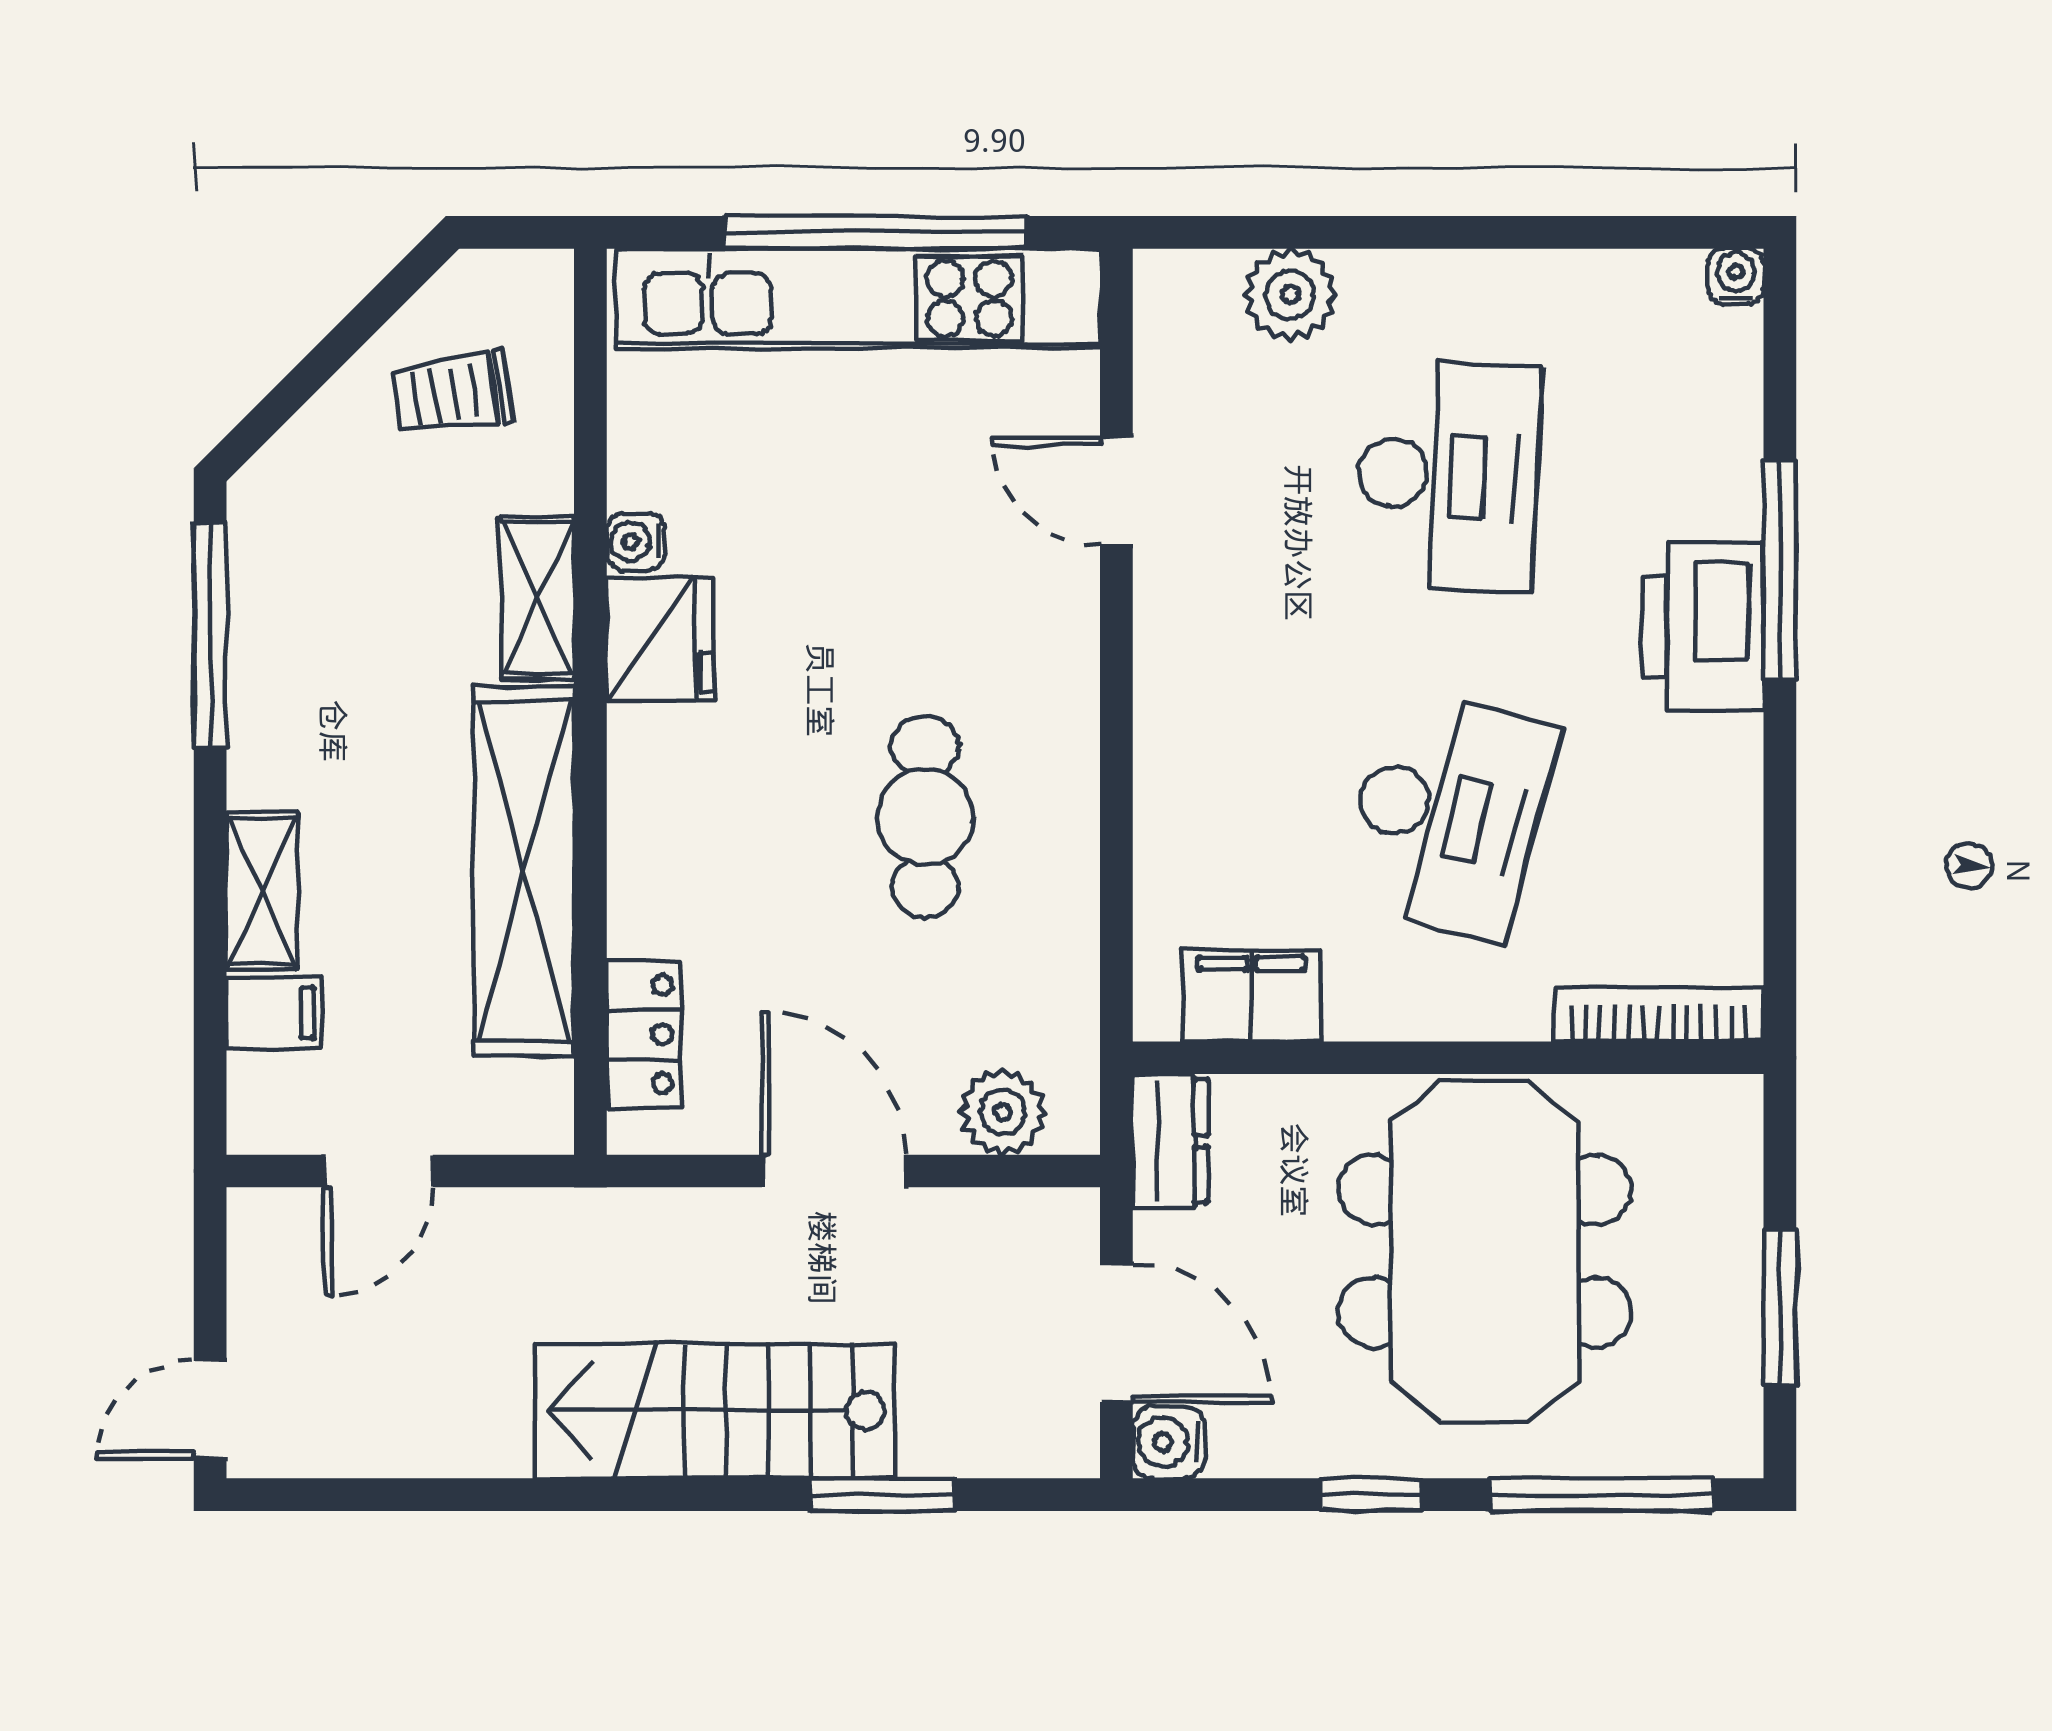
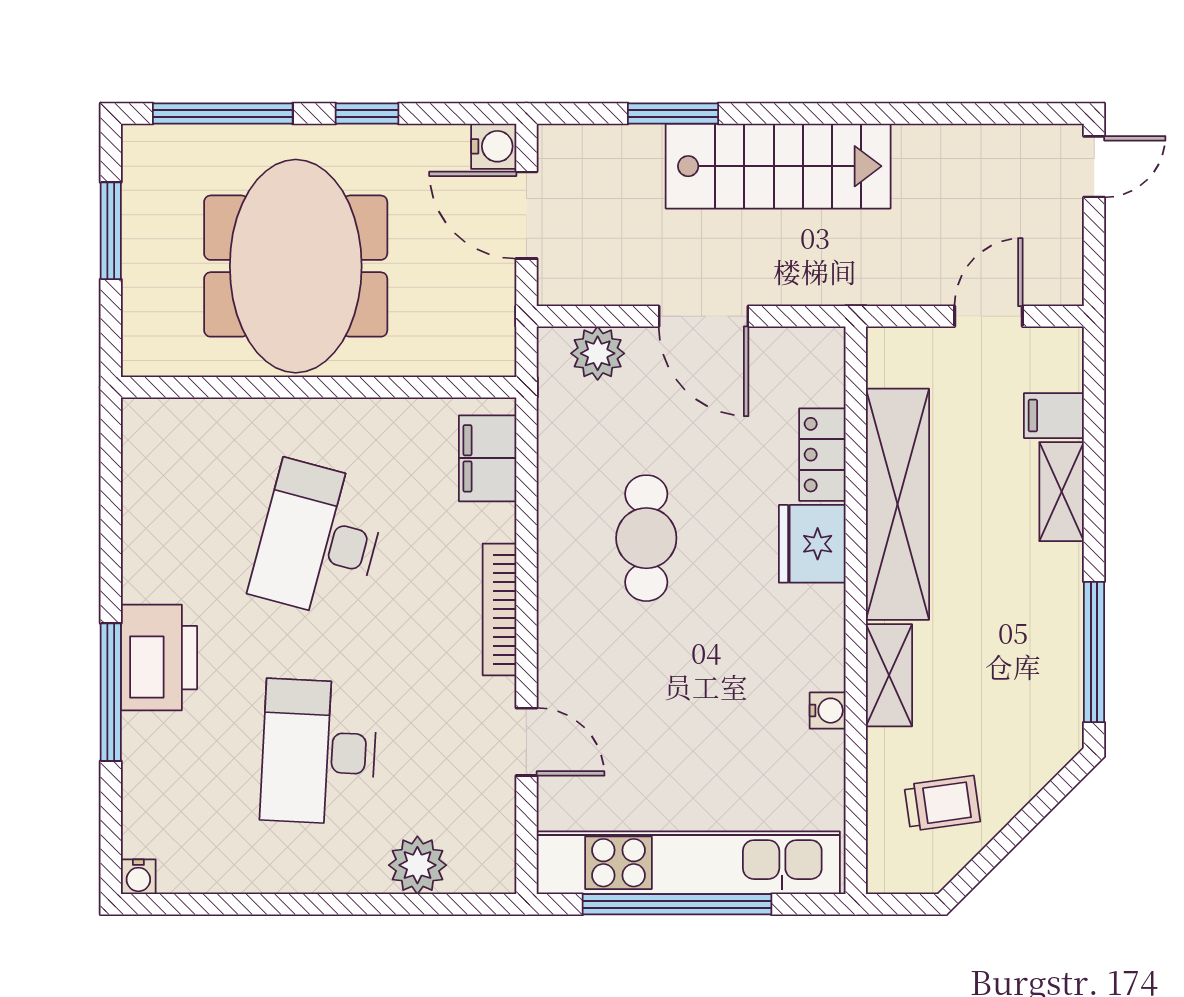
fridge: (660, 639) -> (812, 544), moved
filing cabinet: (1251, 996) -> (488, 458), moved, turned 90
bookcase: (1658, 1015) -> (499, 609), moved, turned 90
locker: (644, 1034) -> (822, 455), moved
dresser: (1170, 1141) -> (493, 335), removed

